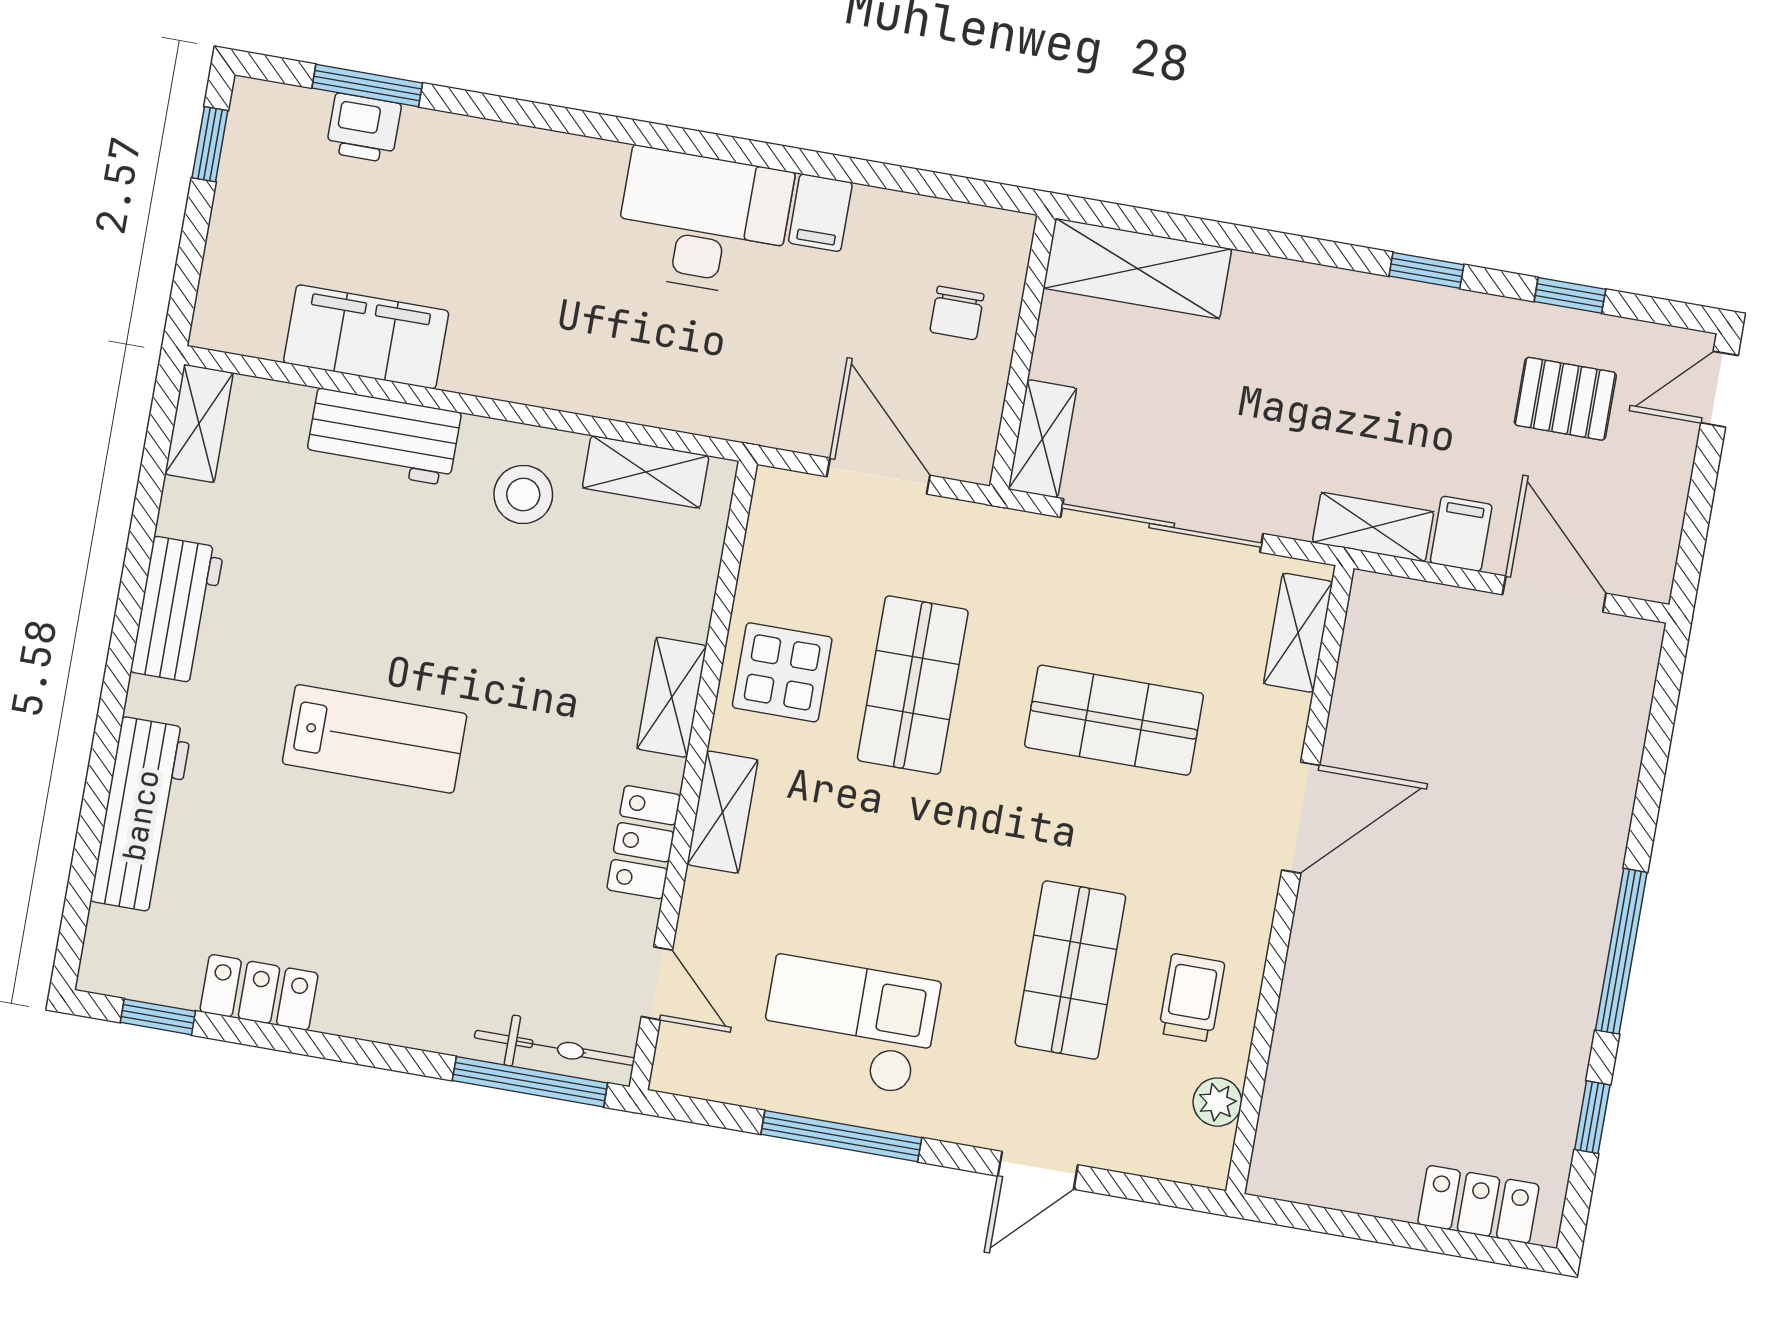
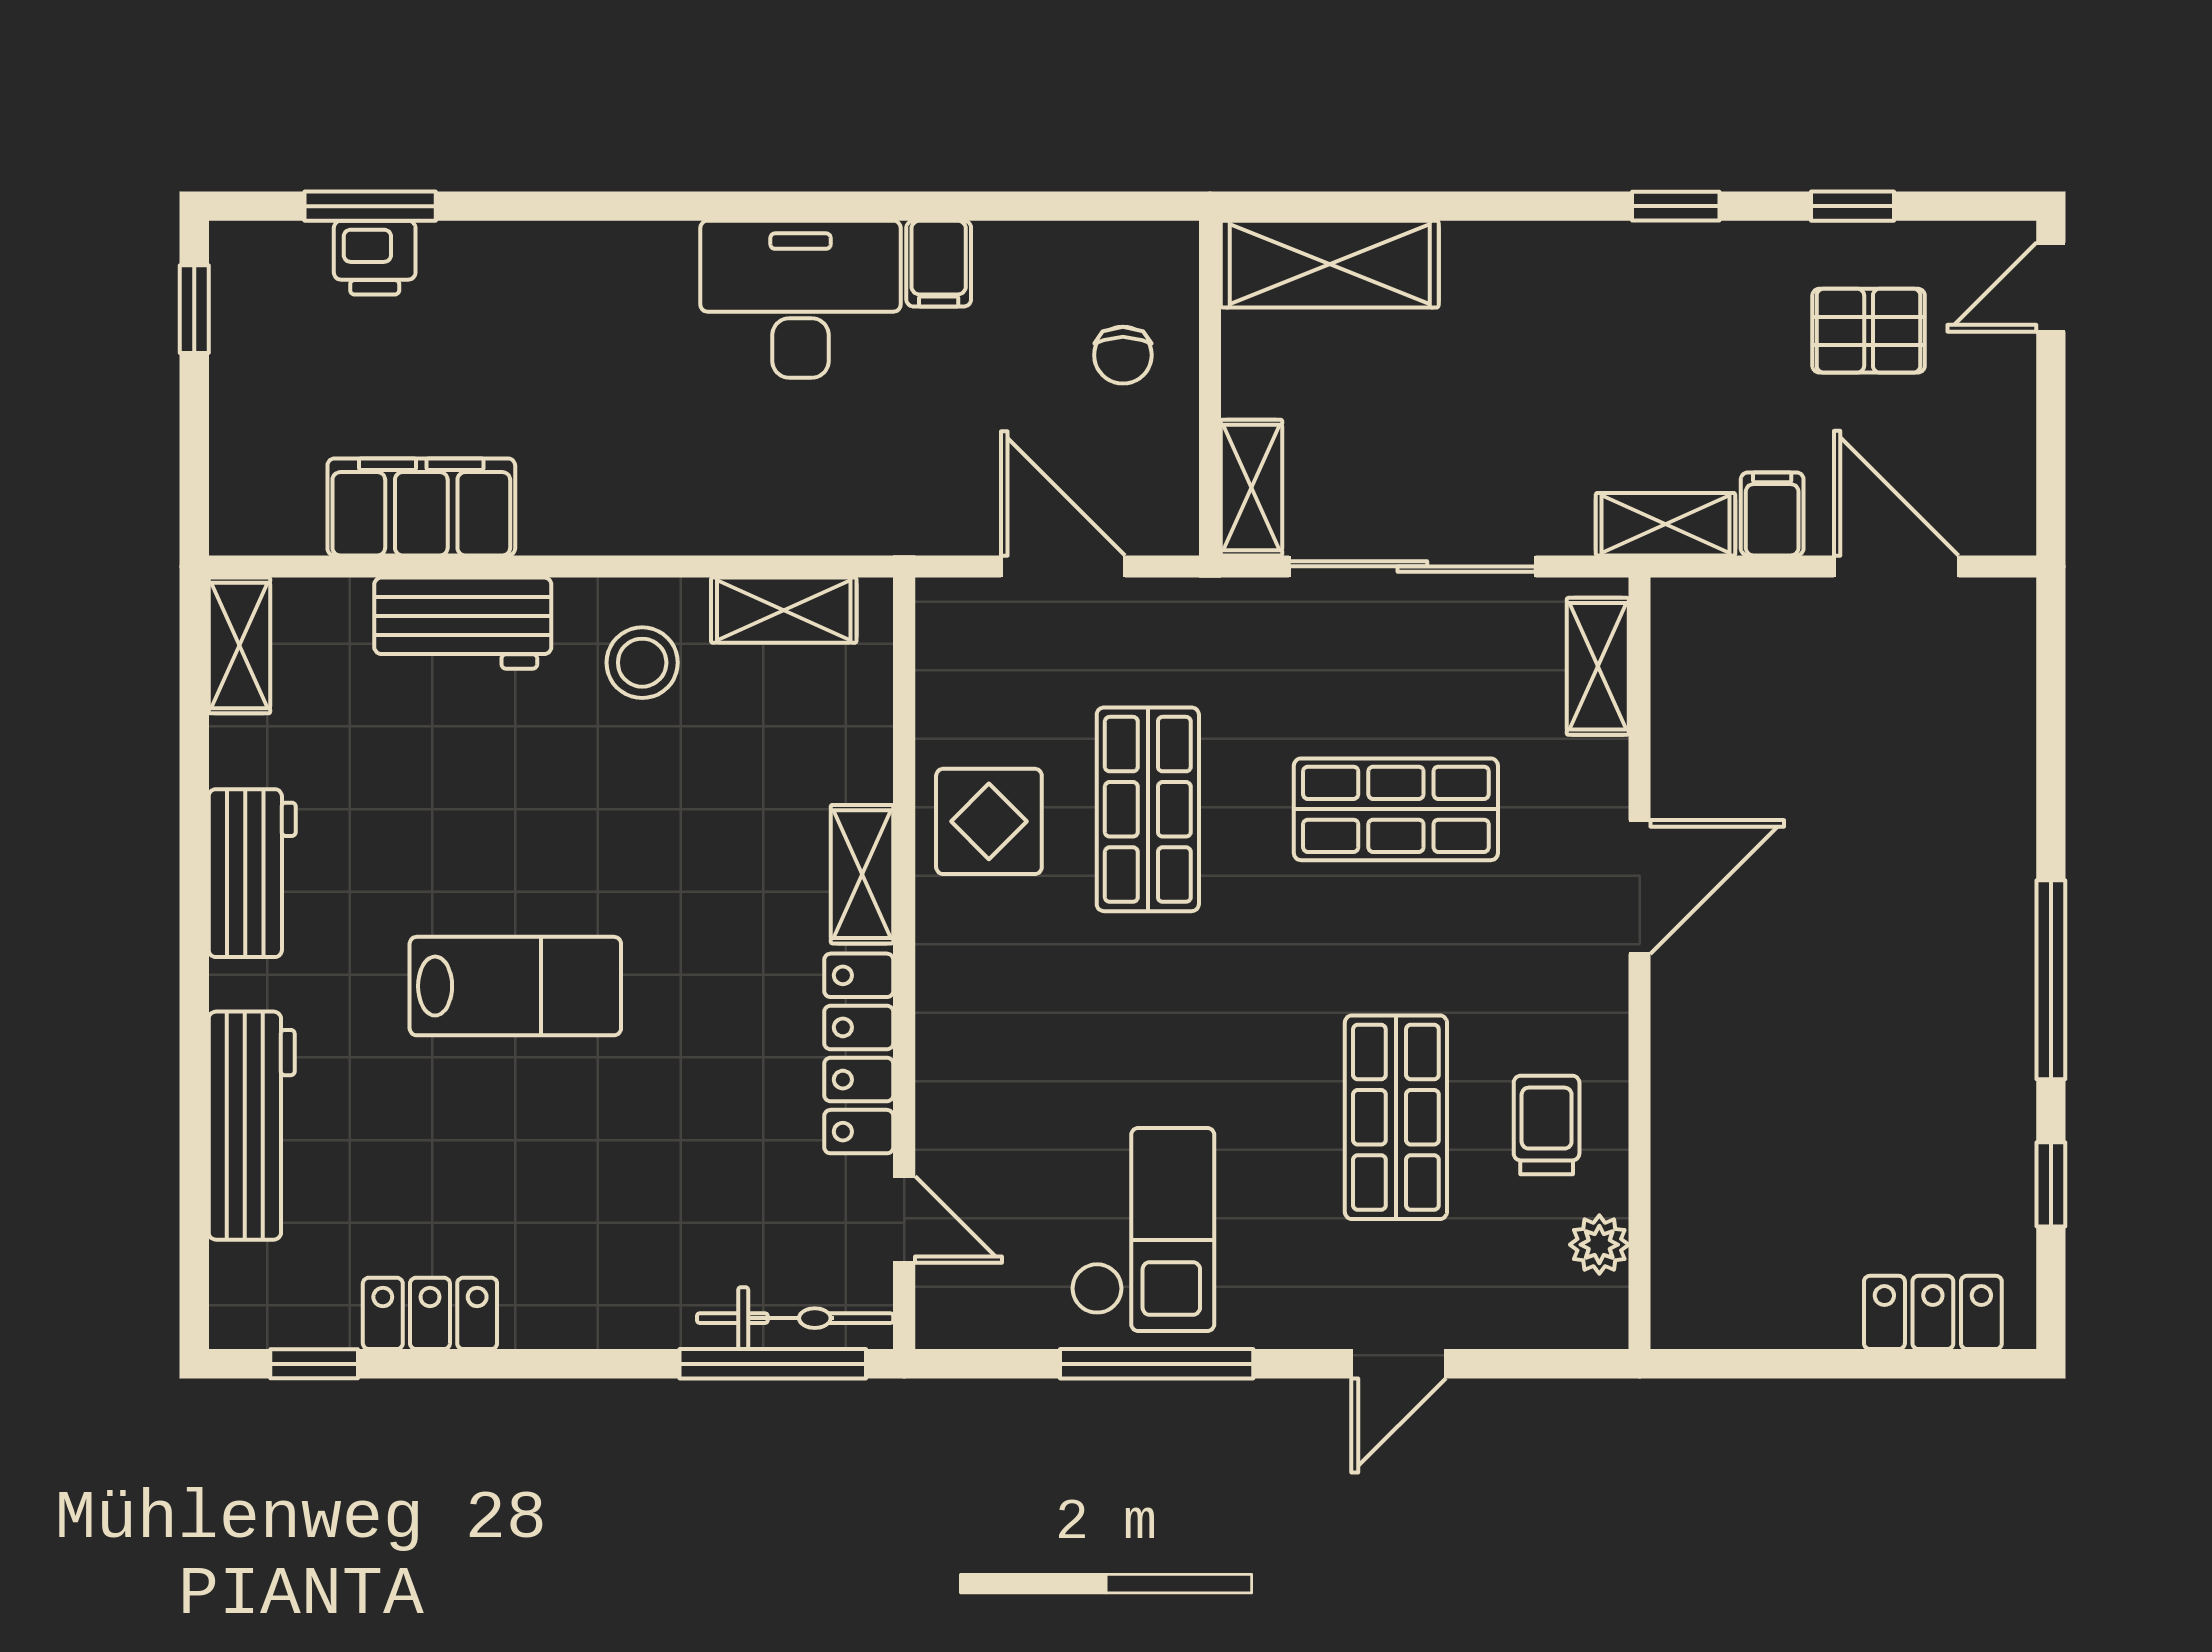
shelving: (723, 812) -> (947, 1001), removed
locker: (644, 842) -> (859, 1053), width x1.53
checkout: (849, 1025) -> (1143, 1230), turned 90

